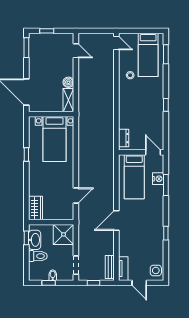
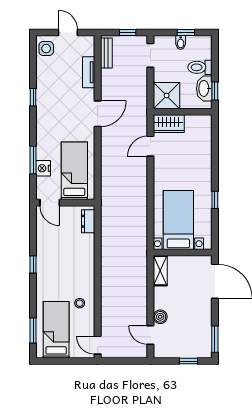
boiler: (68, 82) -> (160, 317), moved
wardrobe: (36, 208) -> (169, 124), moved, turned -90
tv unit: (123, 269) -> (89, 72), moved

